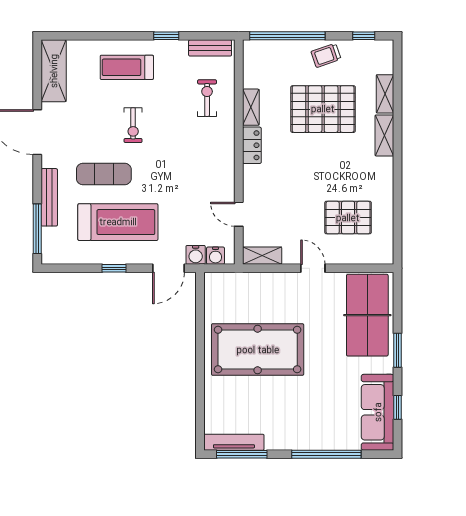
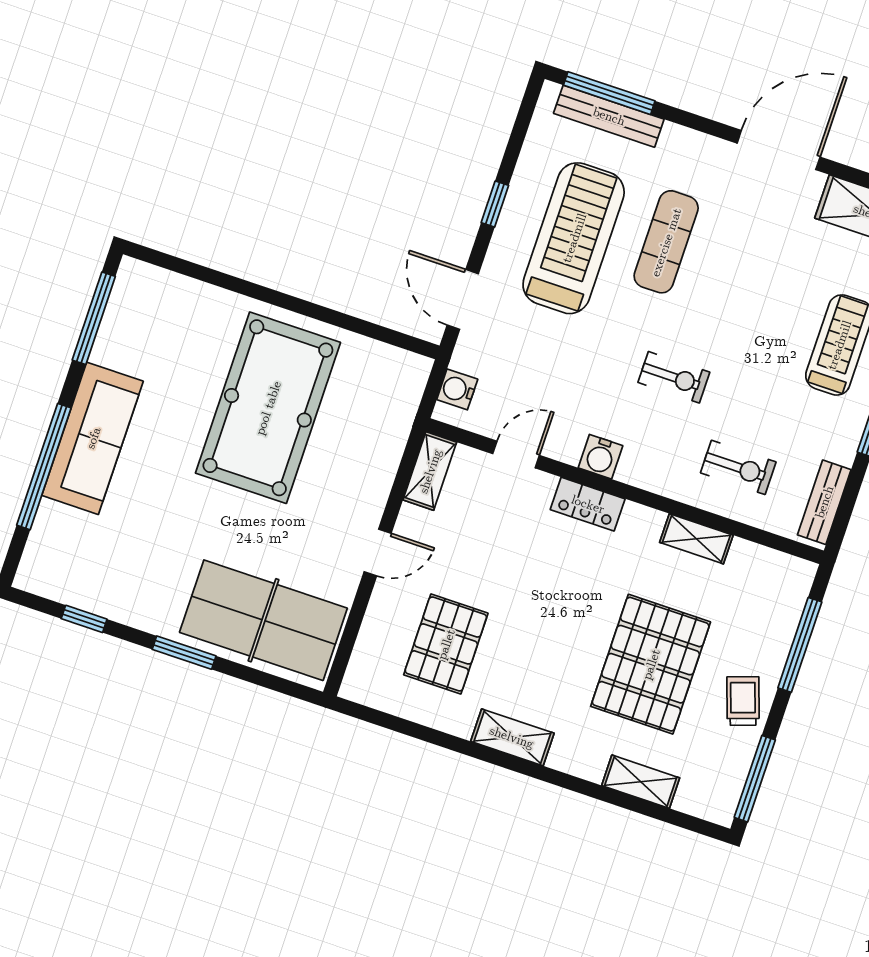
window: (287, 36) -> (800, 645), width x0.68
window: (364, 36) -> (755, 779), width x2.17
exercise bike: (133, 125) -> (674, 377), moved, turned 180
shelving: (384, 135) -> (512, 737), moved
locker: (252, 145) -> (588, 504), moved
bench: (49, 197) -> (609, 116), moved
treadmill: (118, 222) -> (574, 238), turned 180
water cooler: (196, 255) -> (600, 457), moved, turned -90
sofa: (378, 412) -> (93, 438), moved, turned 90
tv unit: (234, 442) -> (119, 312), removed

